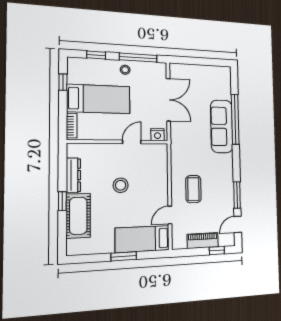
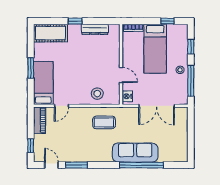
stool: (121, 185) -> (97, 94), moved
coffee table: (193, 189) -> (104, 122), moved
door: (170, 215) -> (61, 106), swing flipped
cot: (78, 216) -> (51, 33), moved
piano: (203, 241) -> (40, 120), moved

